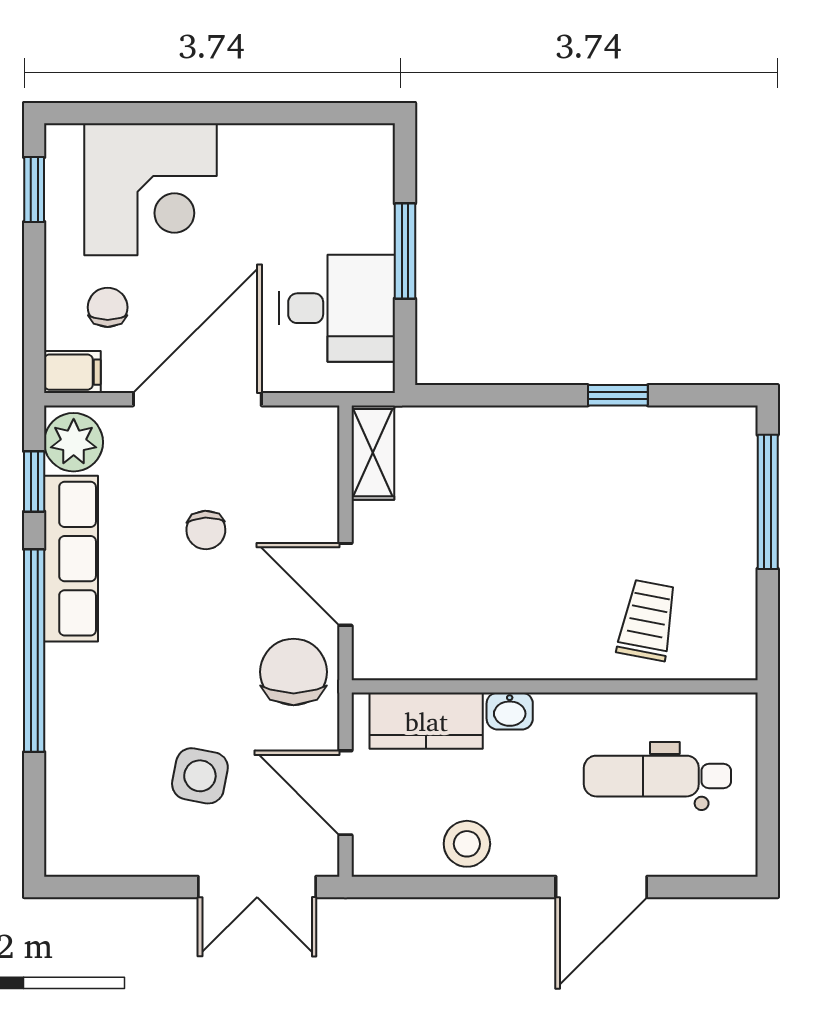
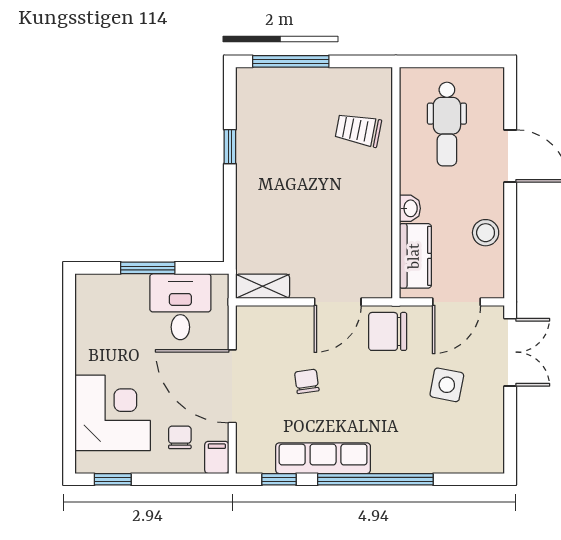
chair: (108, 307) -> (180, 437), turned 90
plant: (74, 442) -> (257, 457), removed
chair: (206, 530) -> (307, 381), turned -96

